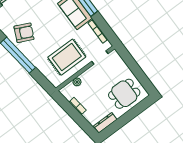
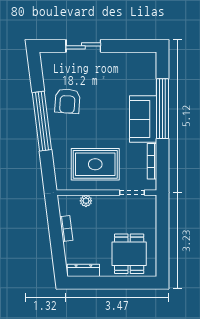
armchair: (24, 33) -> (67, 101), turned 69
dining table: (124, 94) -> (129, 254), turned 90

